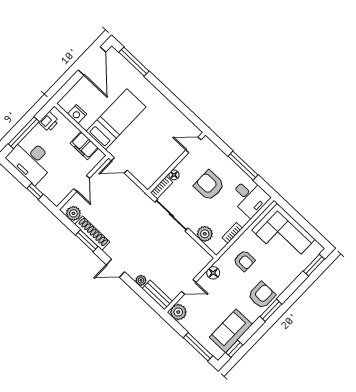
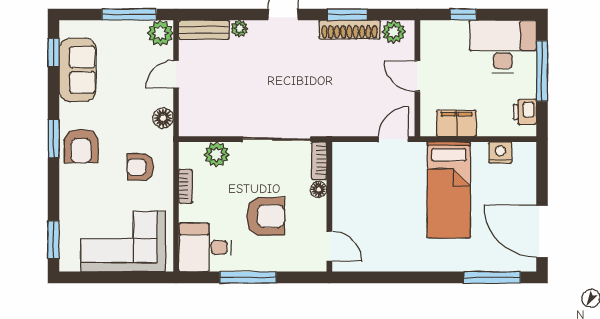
door: (193, 145) -> (329, 246), hinge flipped
window: (198, 347) -> (129, 14), moved

